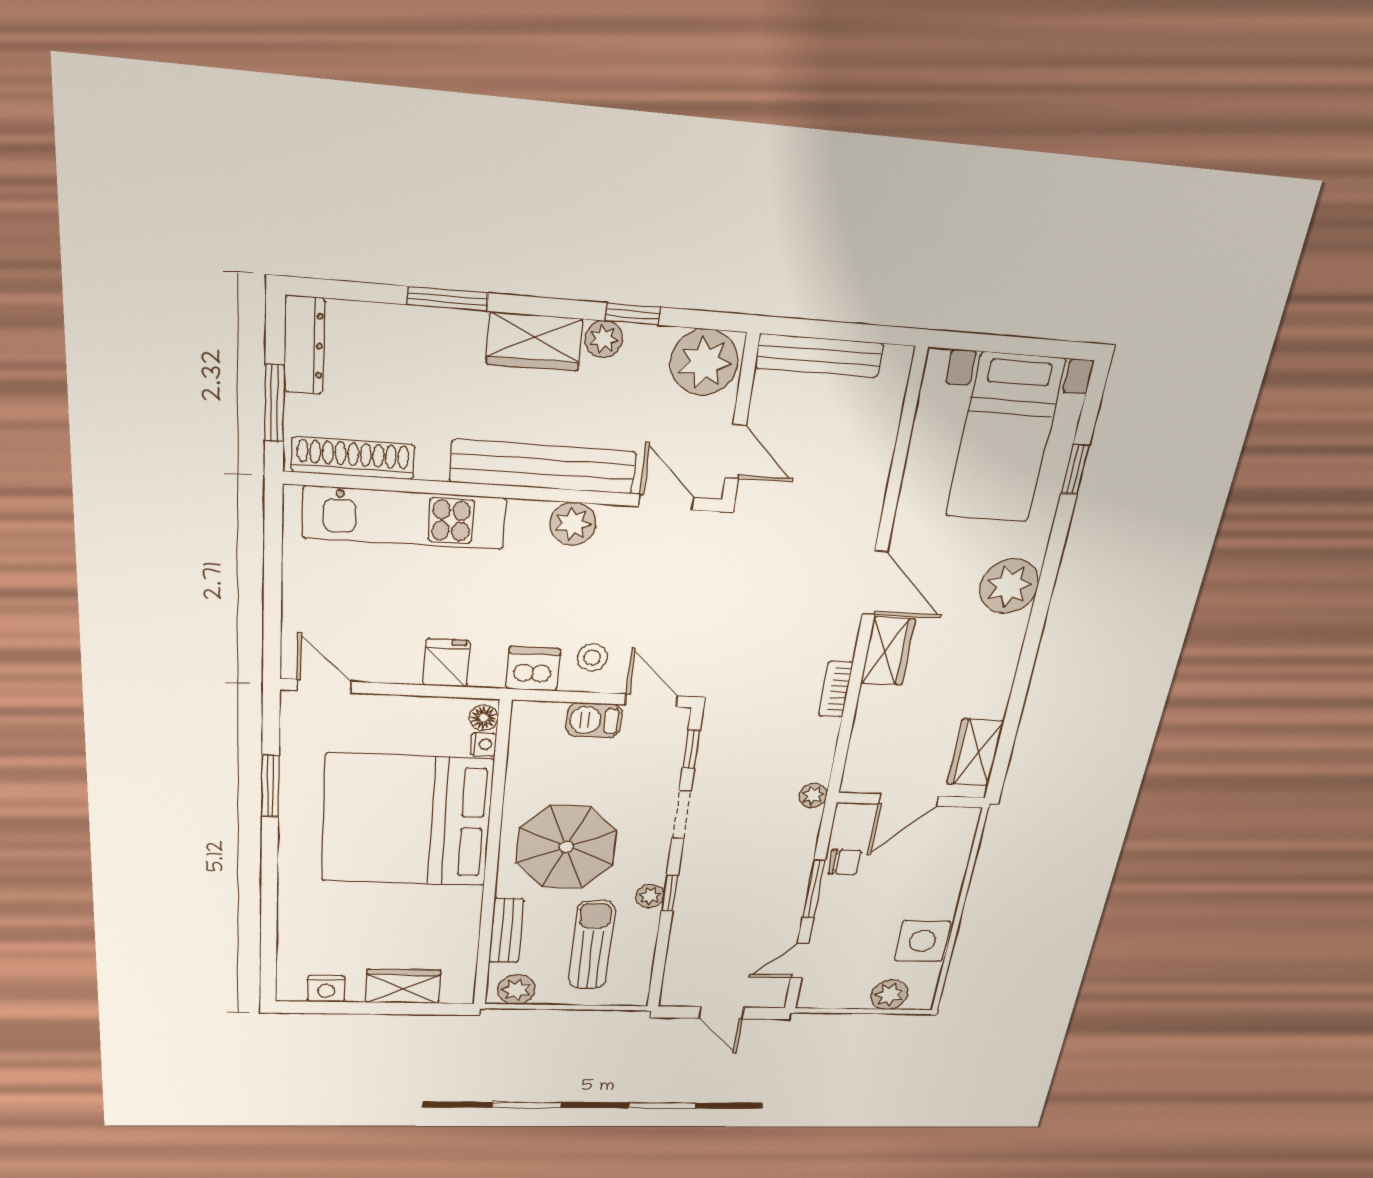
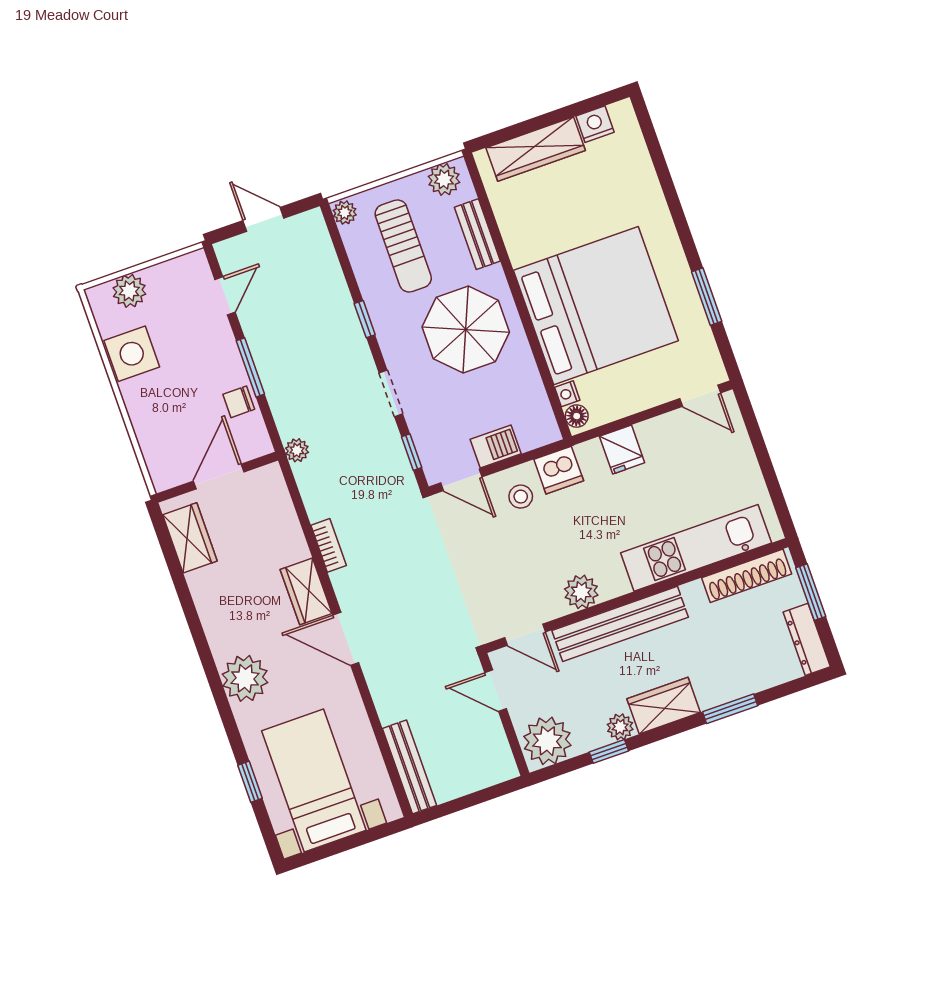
bench: (819, 356) -> (409, 767), moved, turned 90
plant: (650, 896) -> (345, 213), moved
wardrobe: (403, 986) -> (536, 149), width x1.50

